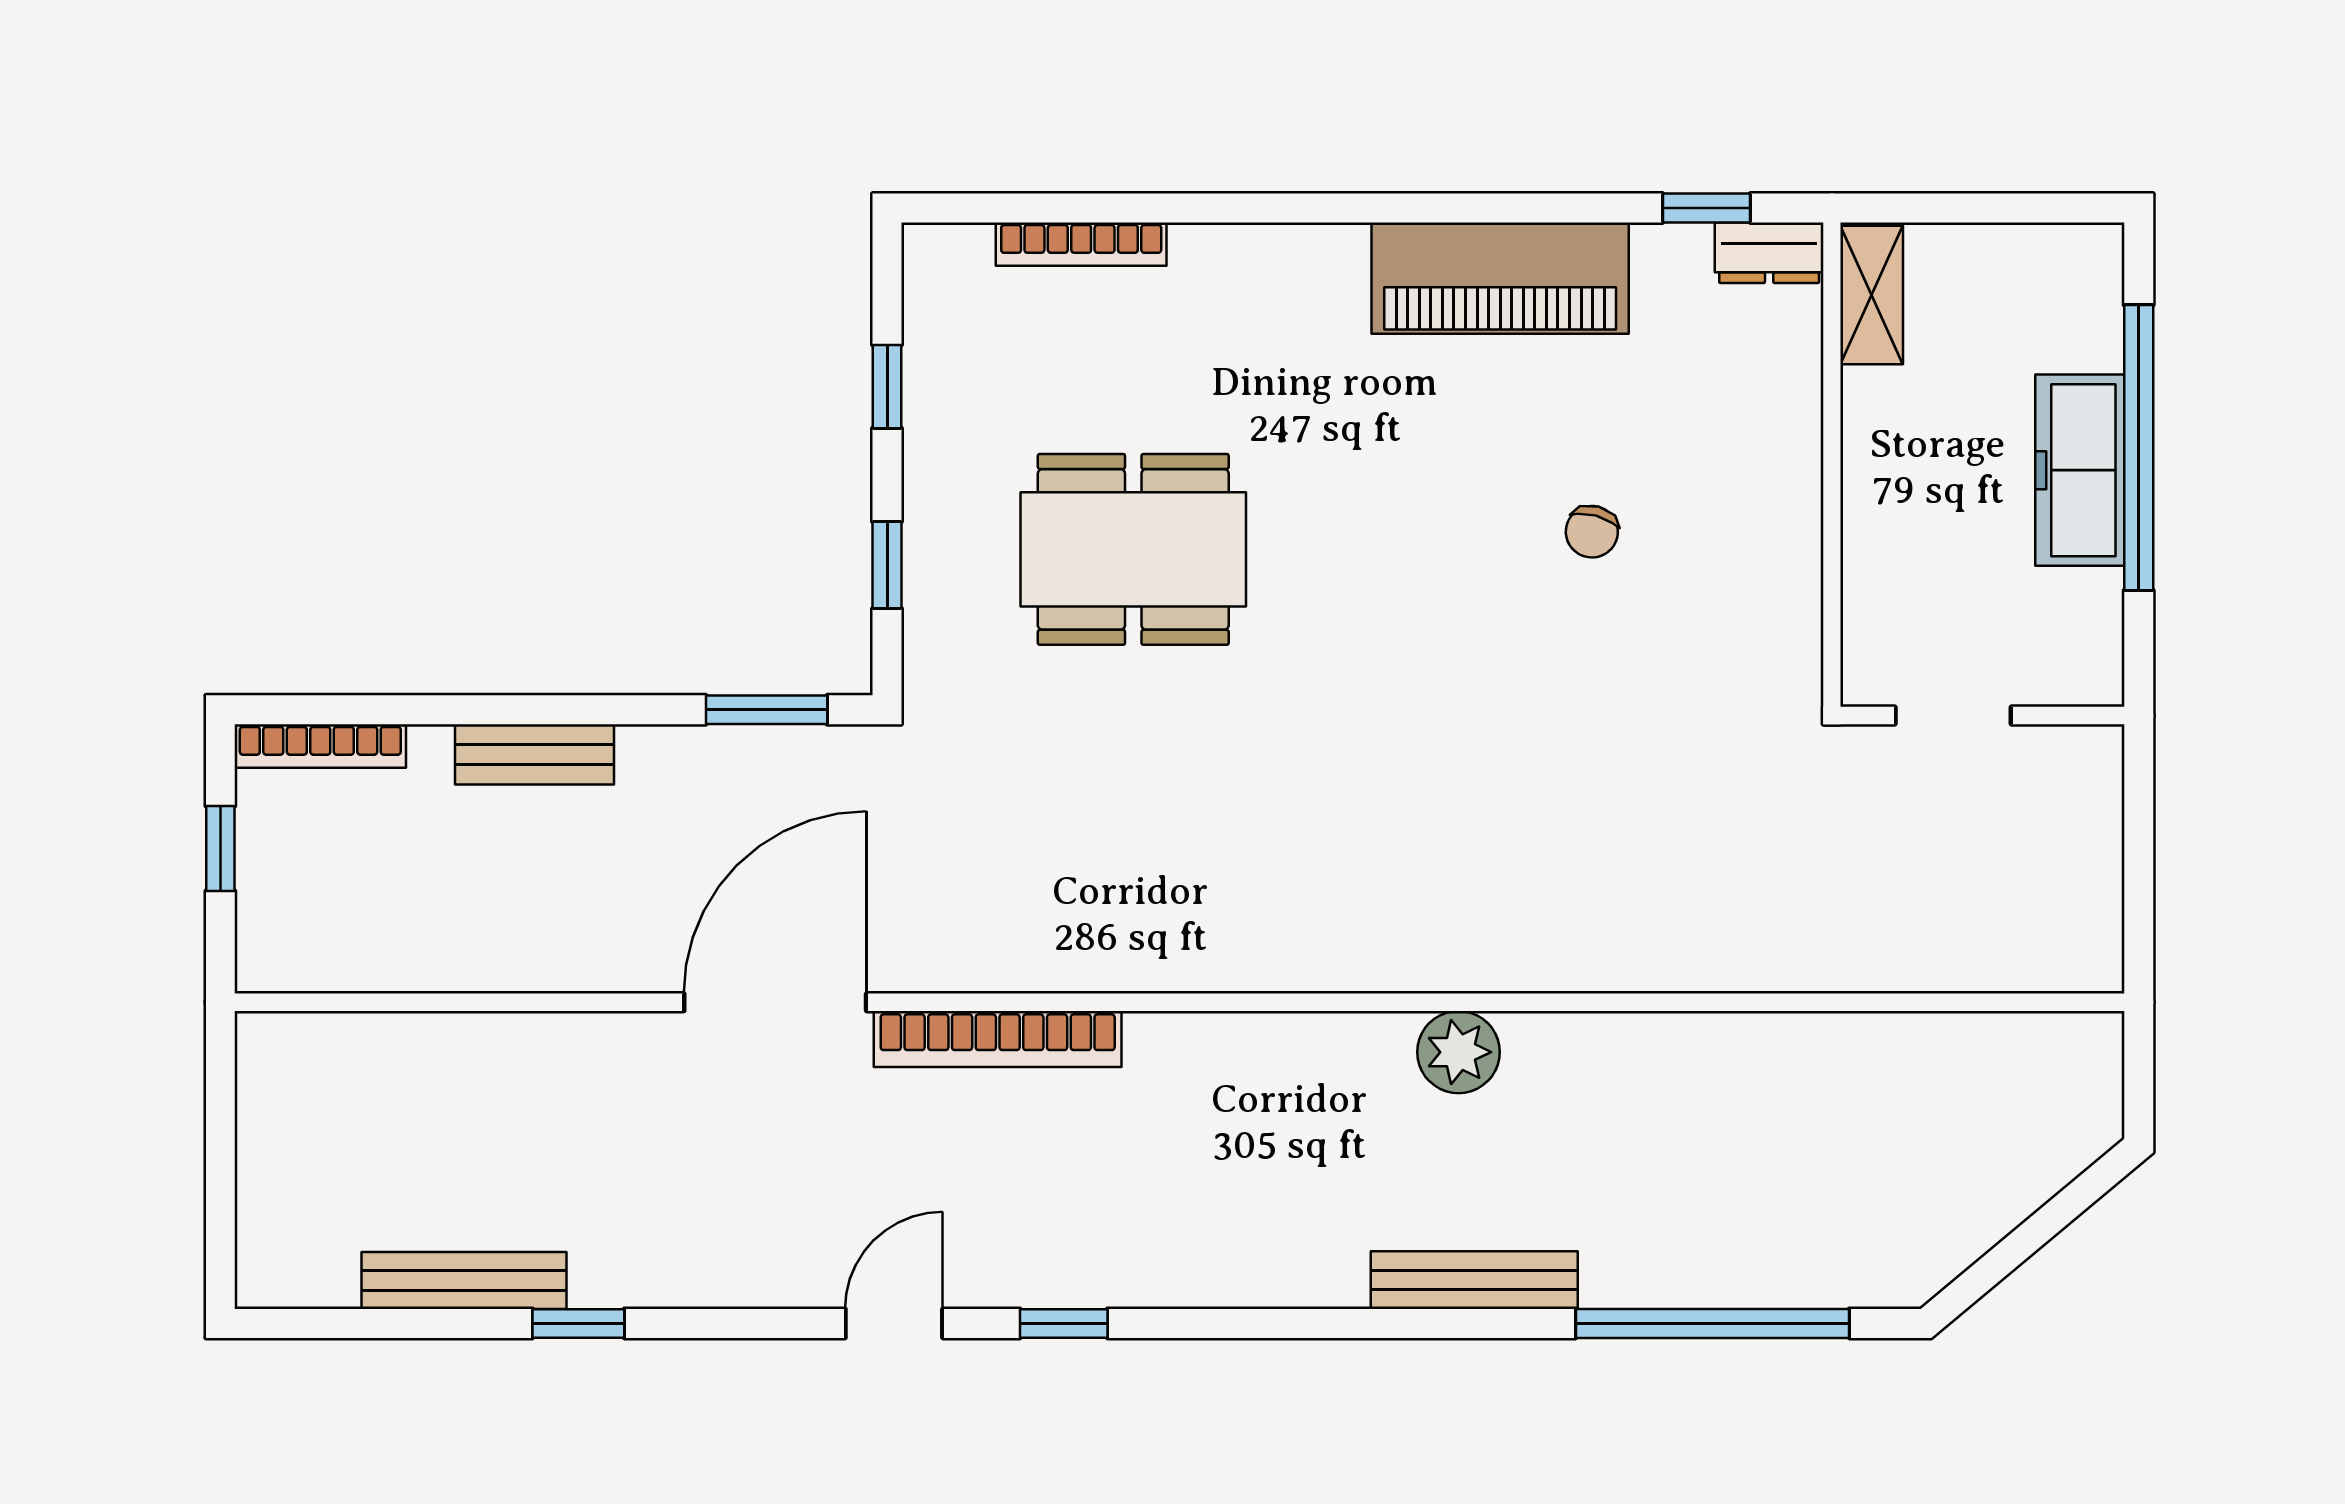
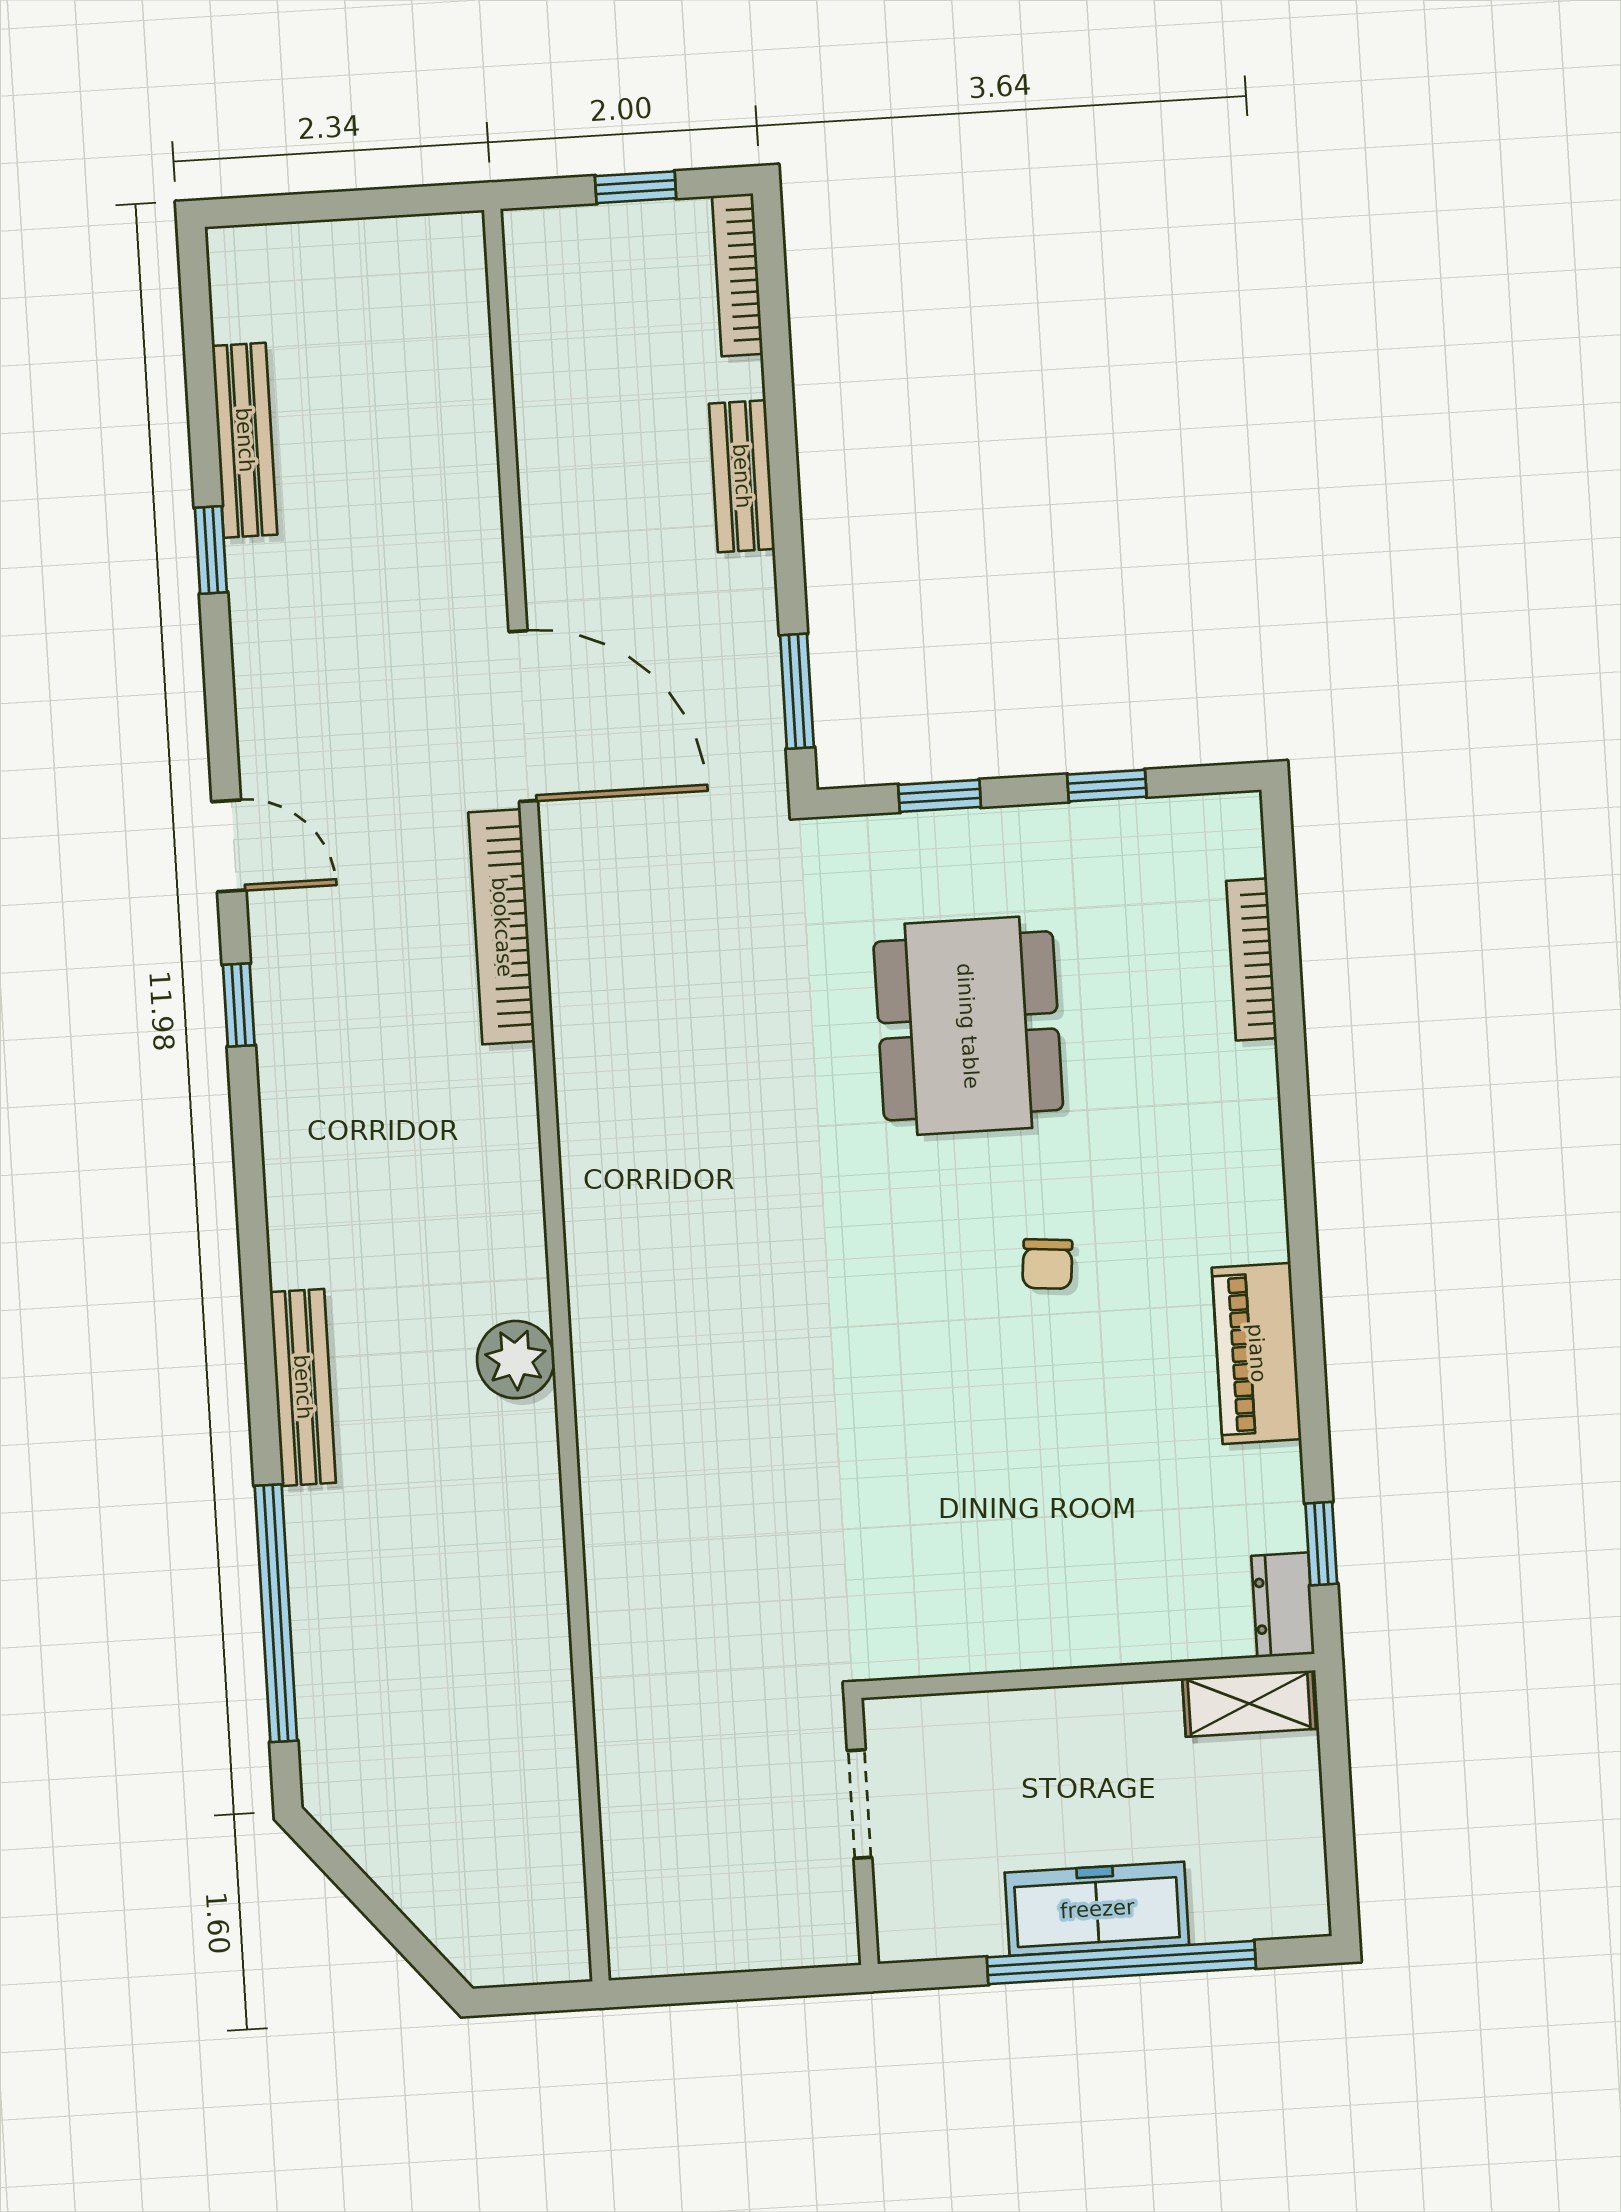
piano: (1500, 278) -> (1257, 1353), width x0.73, depth x0.75
chair: (1592, 532) -> (1047, 1264), moved, turned -100

